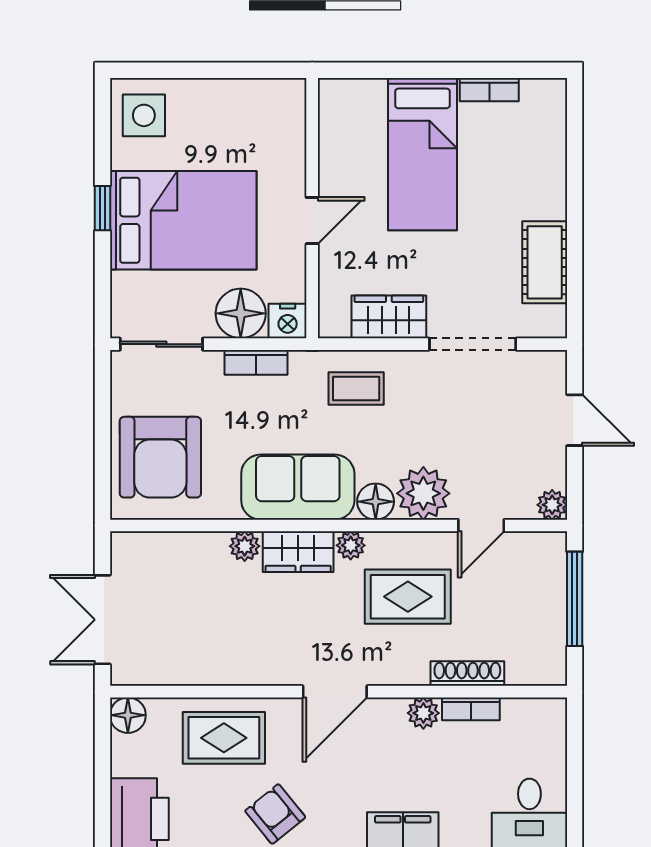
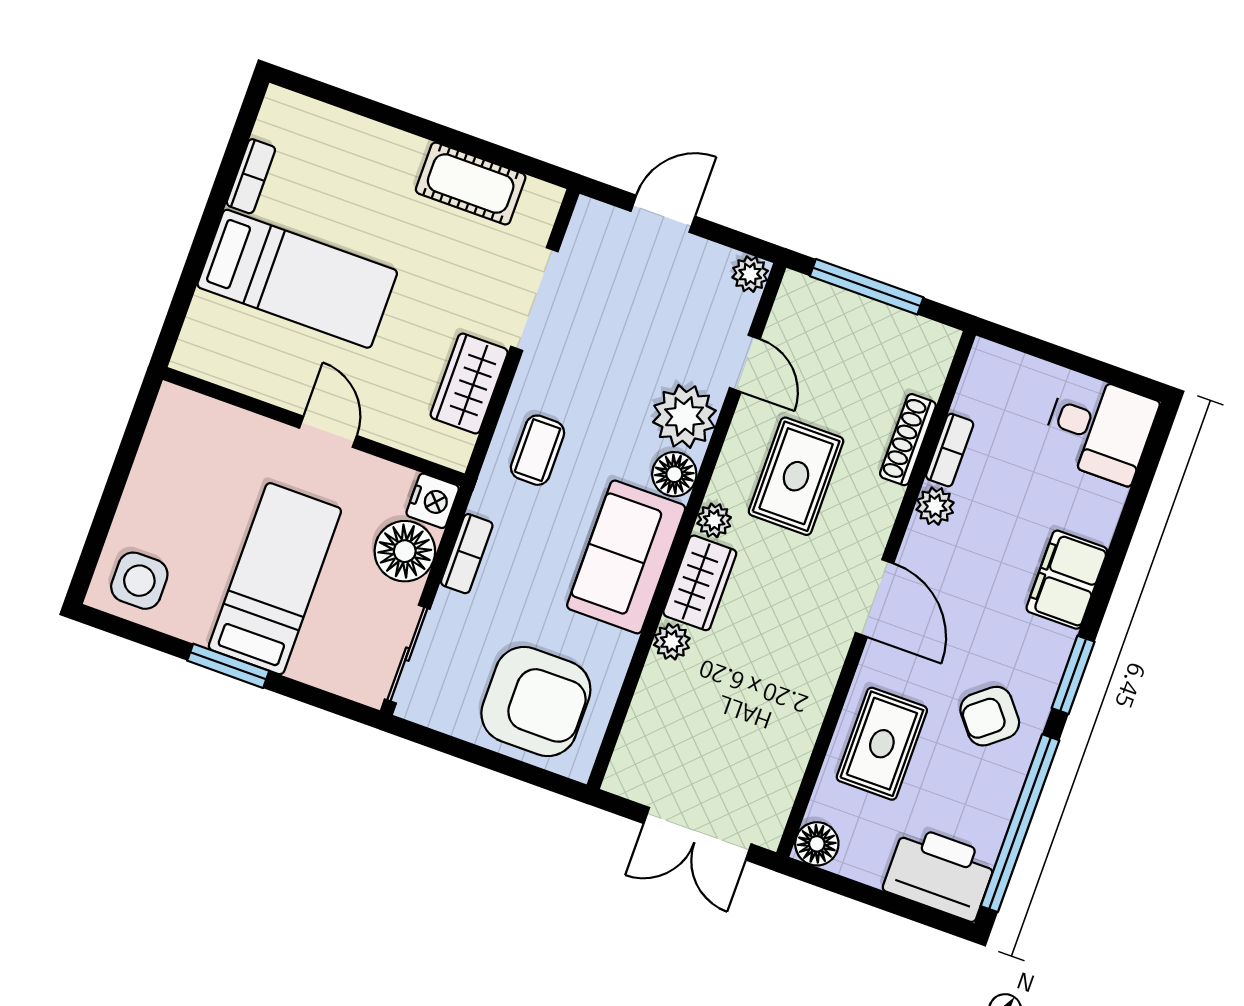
window: (102, 208) -> (228, 666), width x1.50
bed: (183, 220) -> (275, 579), width x0.67

